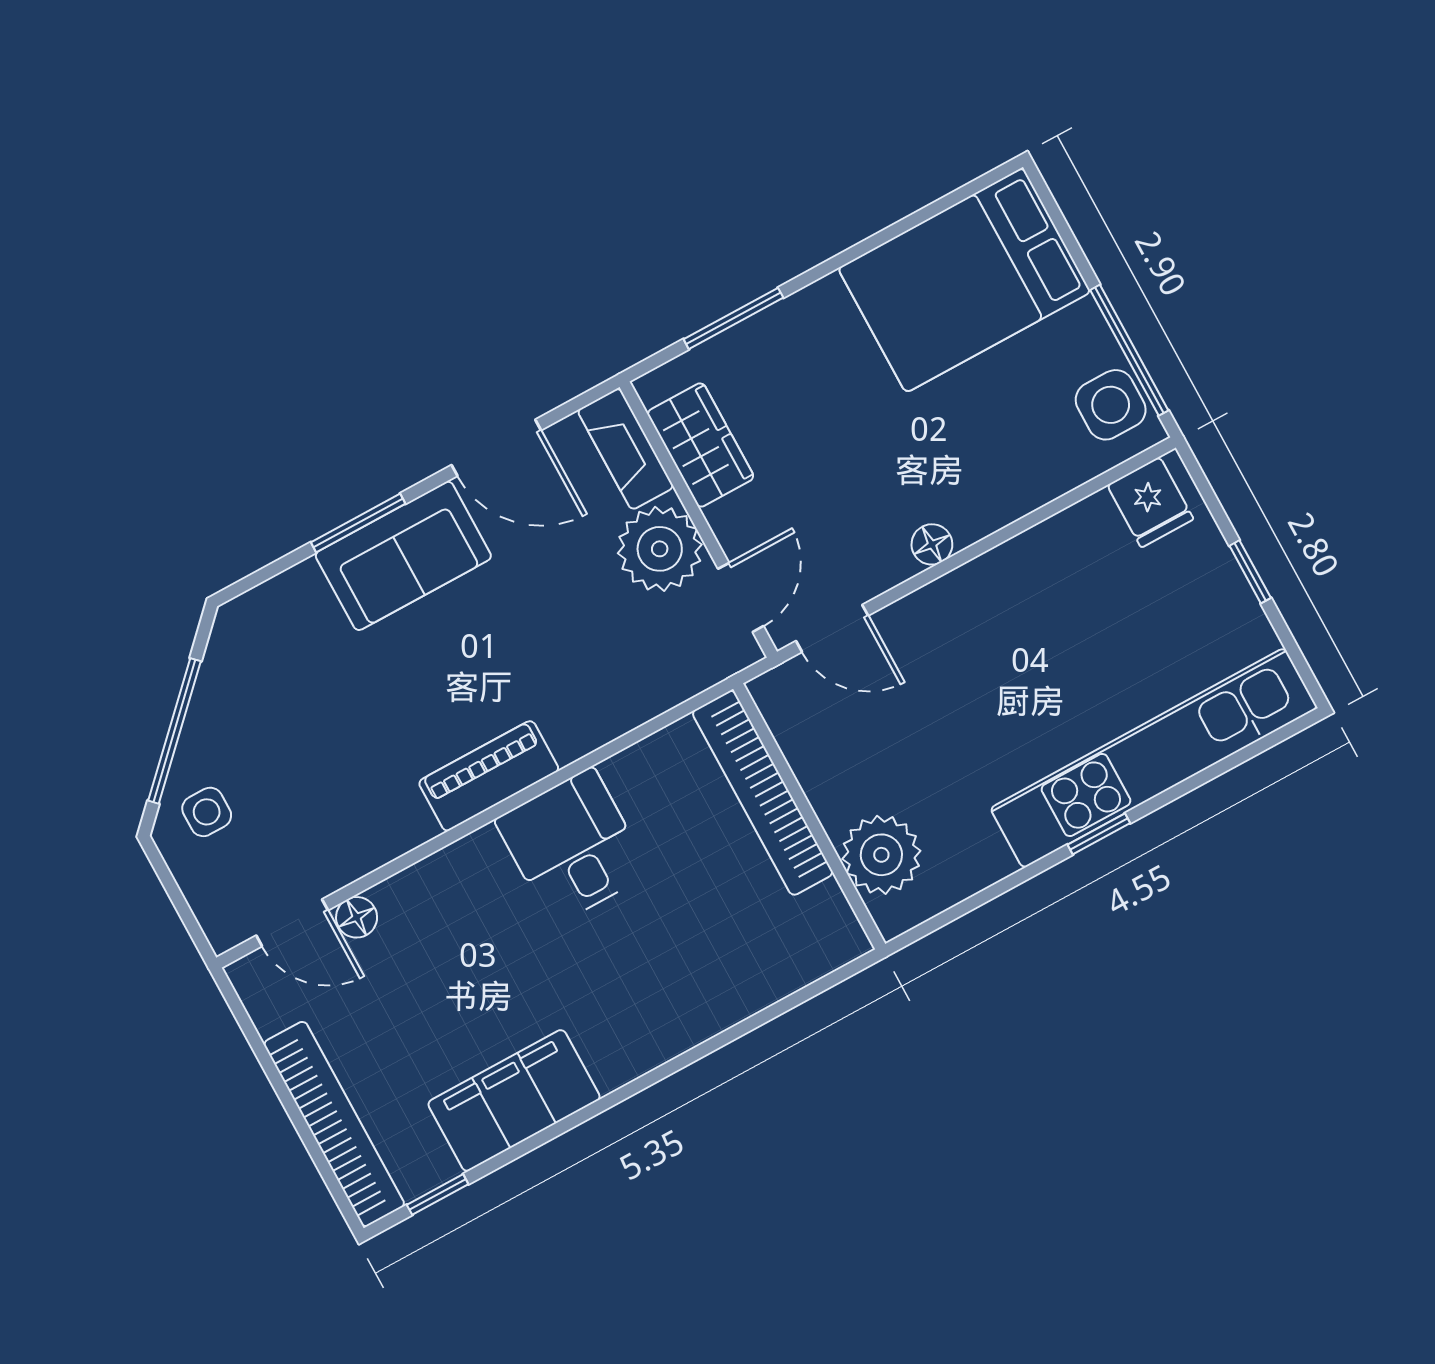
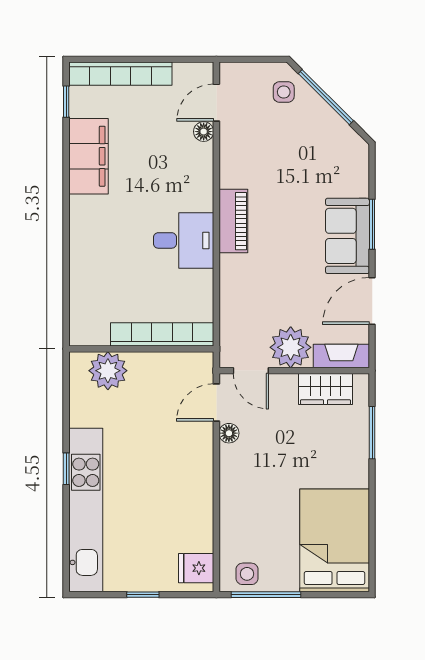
side table: (1111, 405) -> (247, 574), width x0.73, depth x0.73
floor lamp: (932, 544) -> (229, 433), moved

